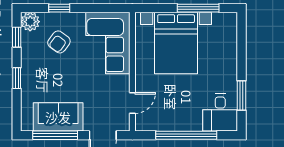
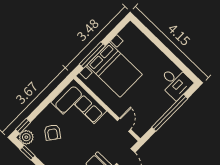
window: (59, 8) -> (23, 126), moved
window: (198, 8) -> (92, 55), moved
window: (242, 95) -> (177, 62), removed

